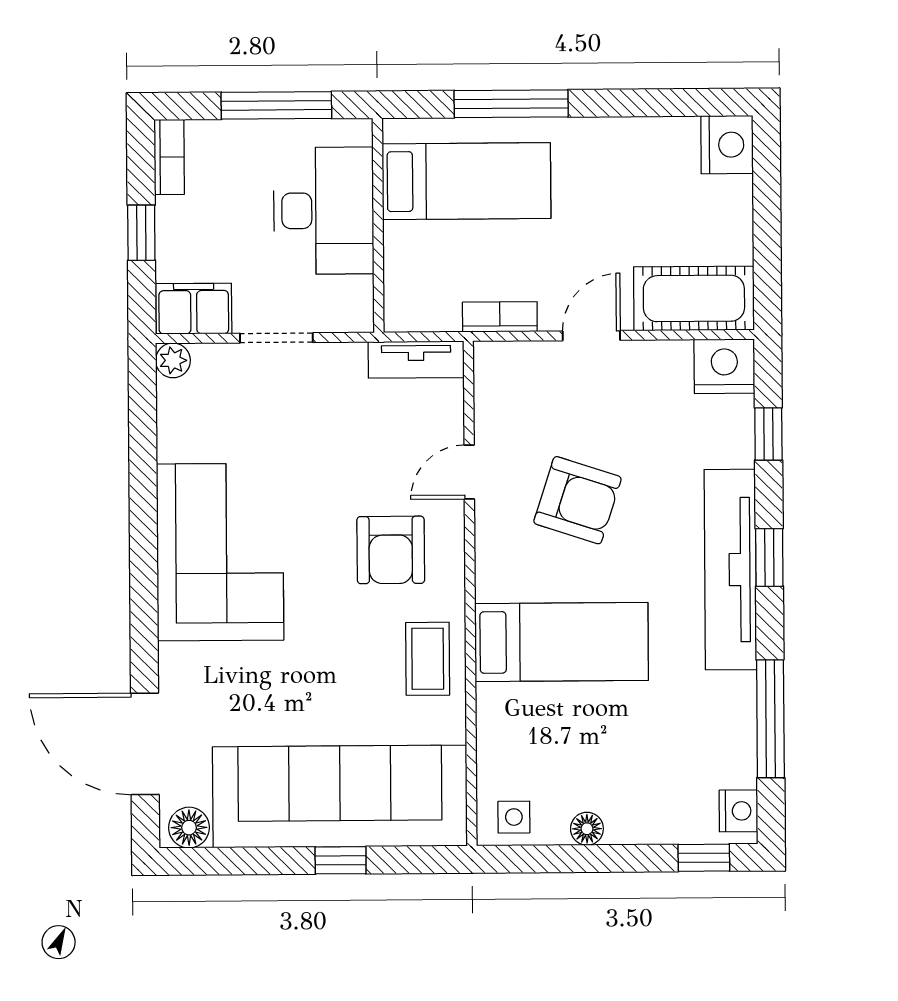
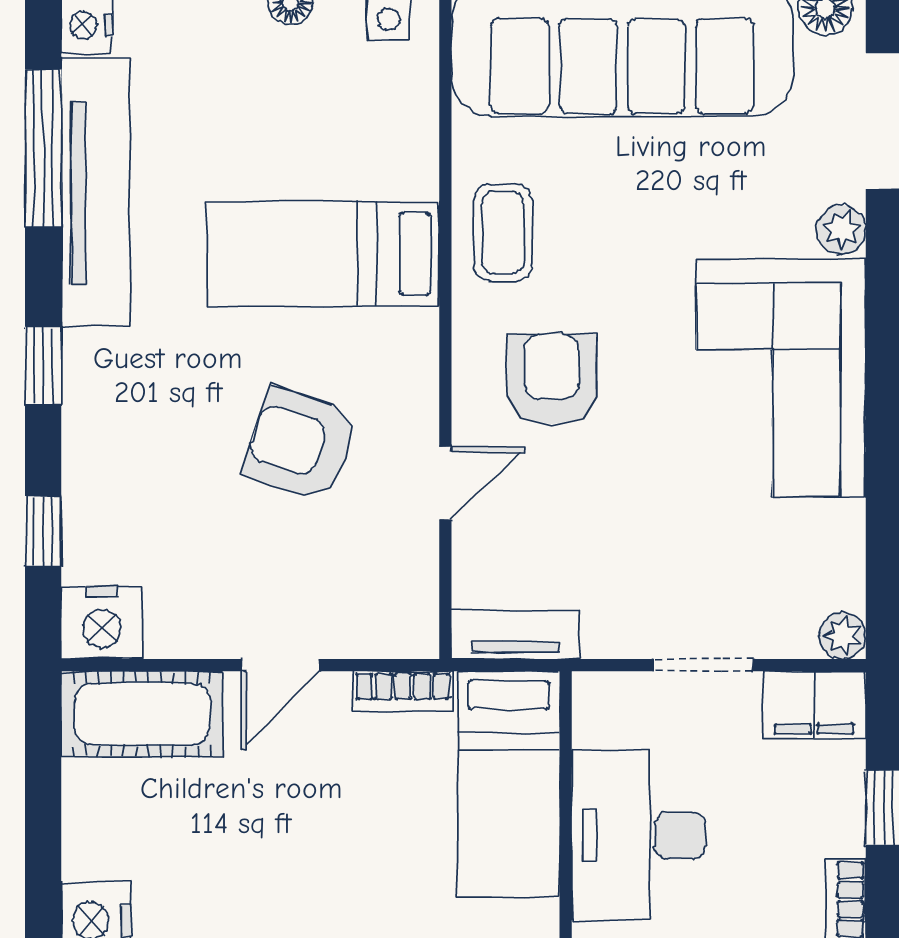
bed: (466, 181) -> (509, 784), moved, turned -90
tv unit: (730, 570) -> (96, 193), moved
plant: (176, 663) -> (841, 230), added

